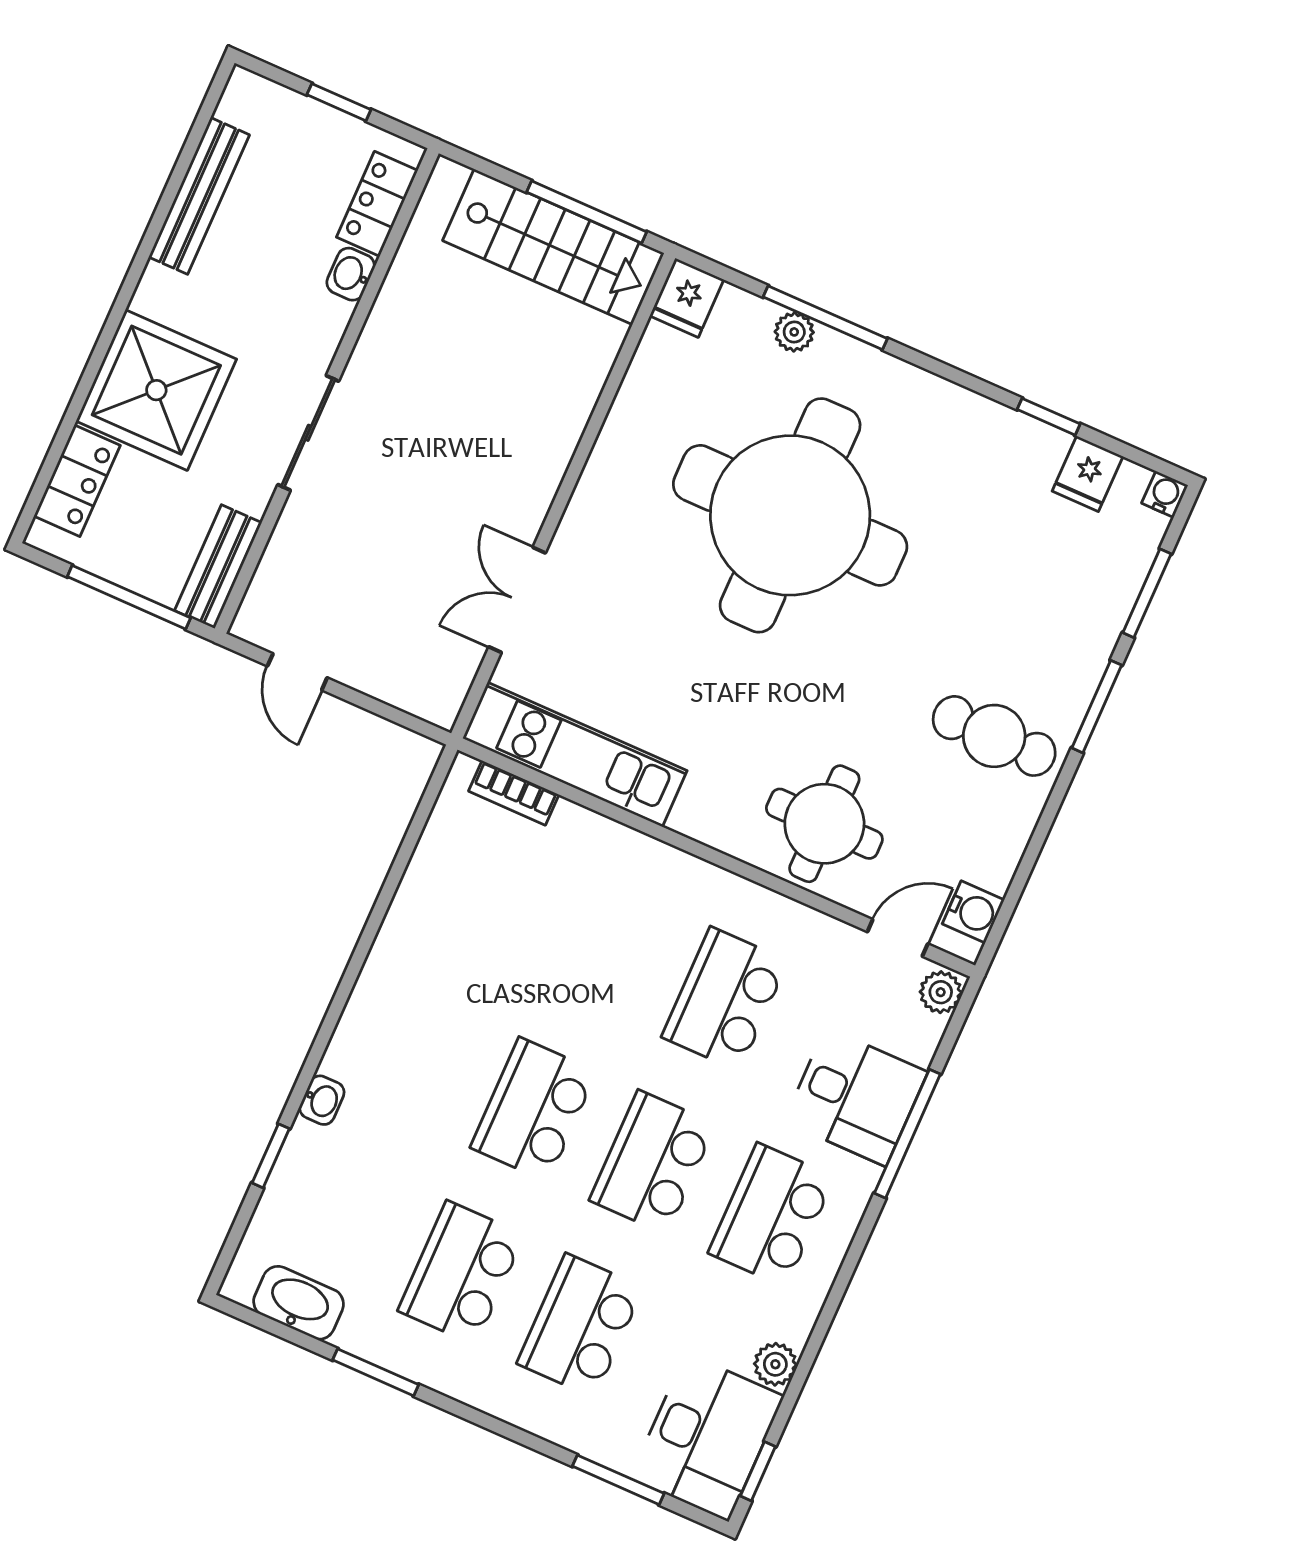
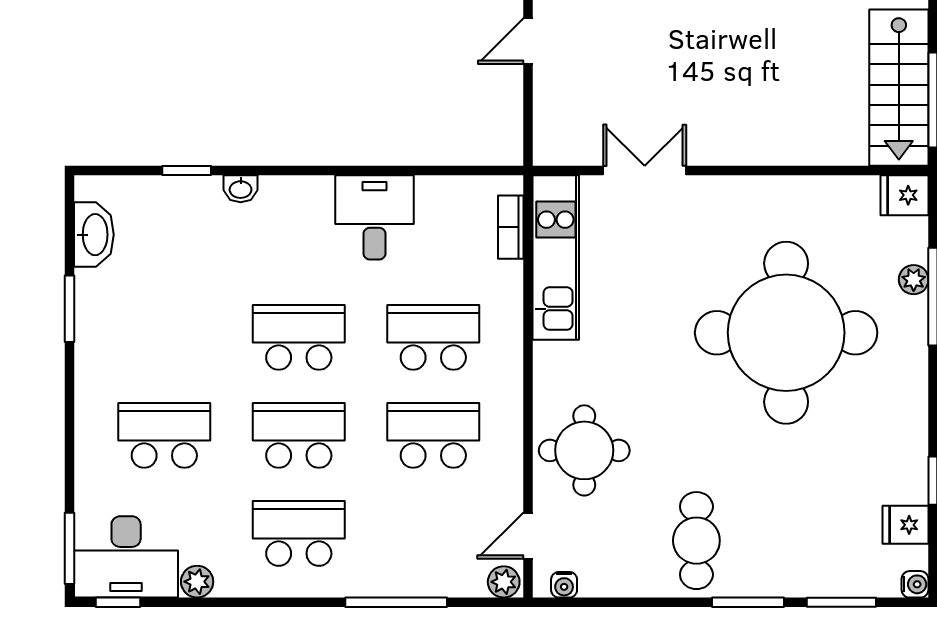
water cooler: (973, 912) -> (564, 585), width x0.72, depth x0.72
door: (898, 938) -> (528, 536), swing flipped
desk: (856, 1097) -> (374, 217), moved, turned 180
school desk: (461, 1273) -> (433, 337), moved
window: (618, 1480) -> (70, 548), moved

